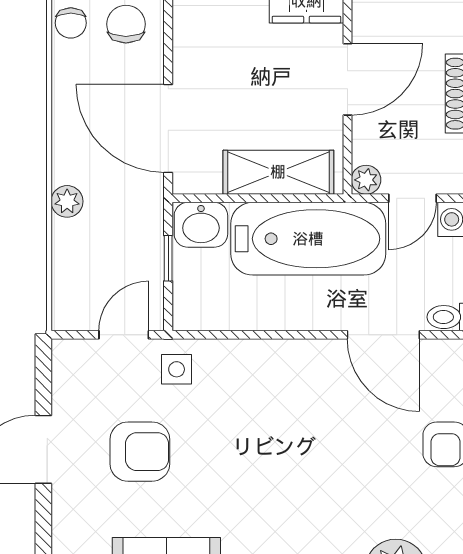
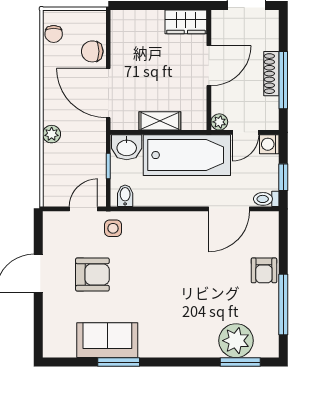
chair: (126, 24) -> (92, 51), moved, turned -90
shelving: (278, 172) -> (160, 121), width x0.67, depth x0.75
bidet: (198, 311) -> (125, 196), added
door: (383, 335) -> (229, 209), hinge flipped

